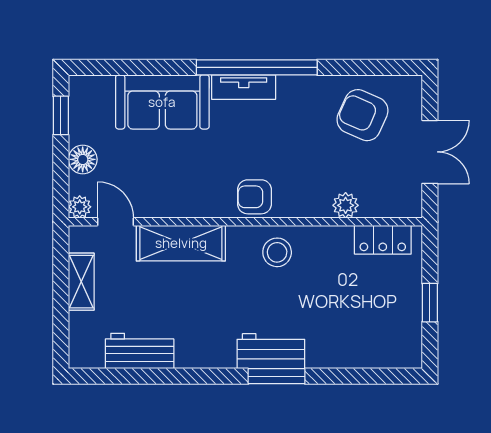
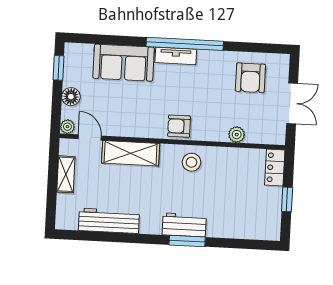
armchair: (362, 115) -> (250, 78), turned -114
locker: (383, 240) -> (275, 167), moved, turned 90
workbench: (140, 351) -> (109, 221), width x1.38

